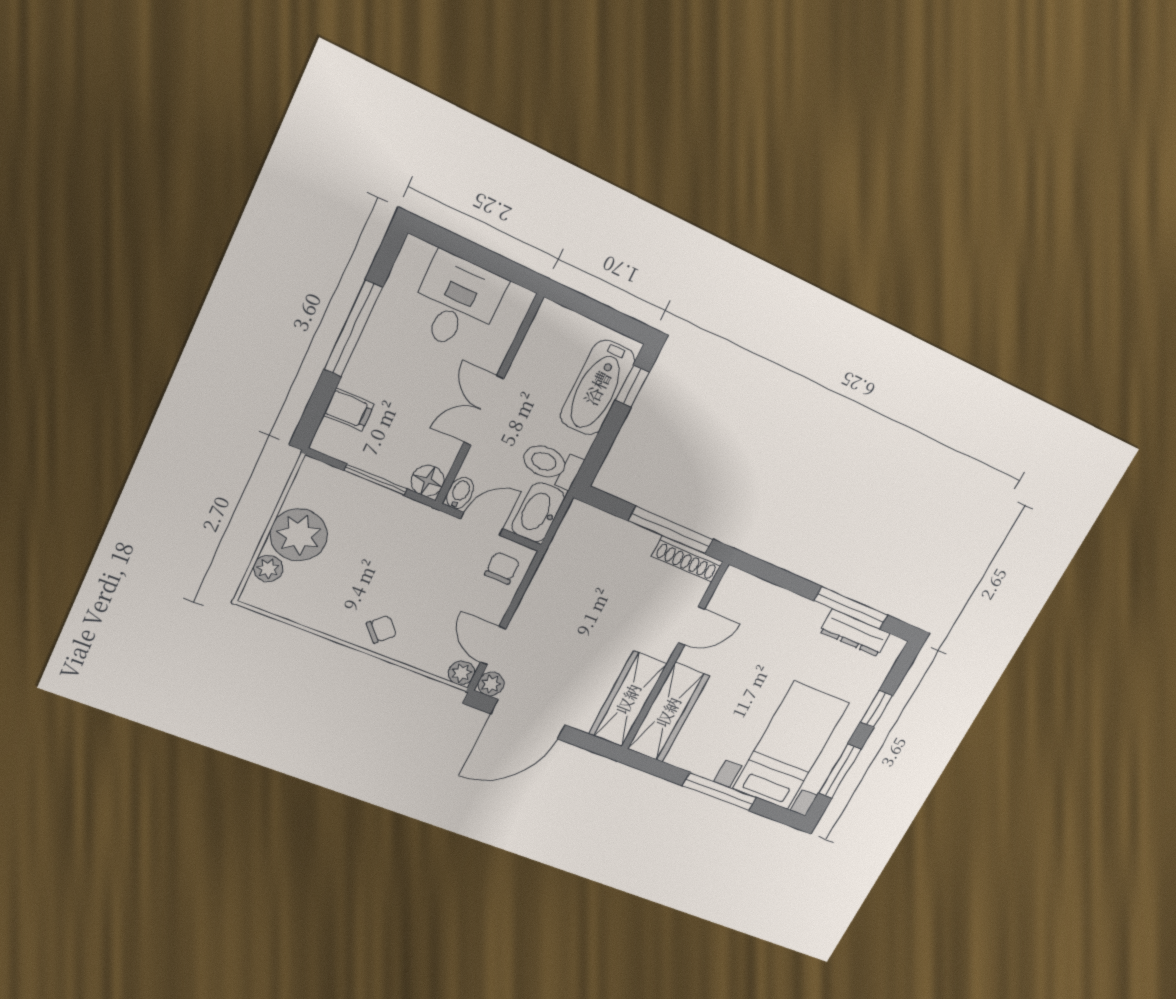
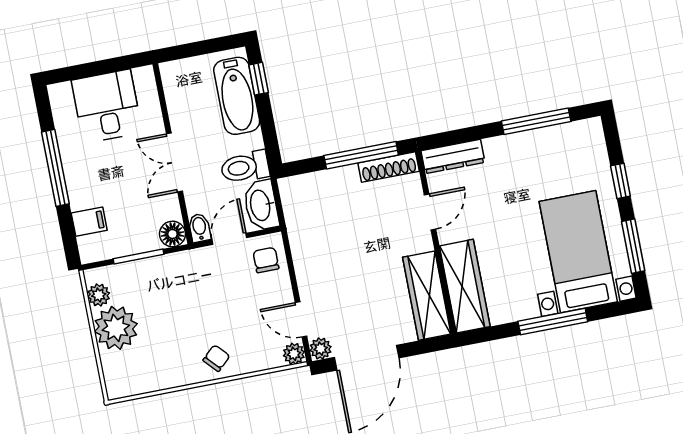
plant: (268, 569) -> (99, 295), moved
dresser: (855, 633) -> (453, 157), moved

